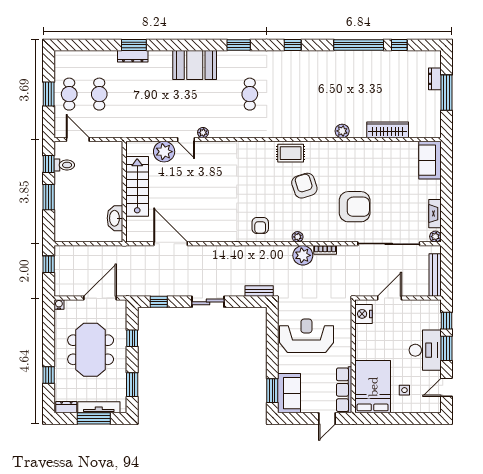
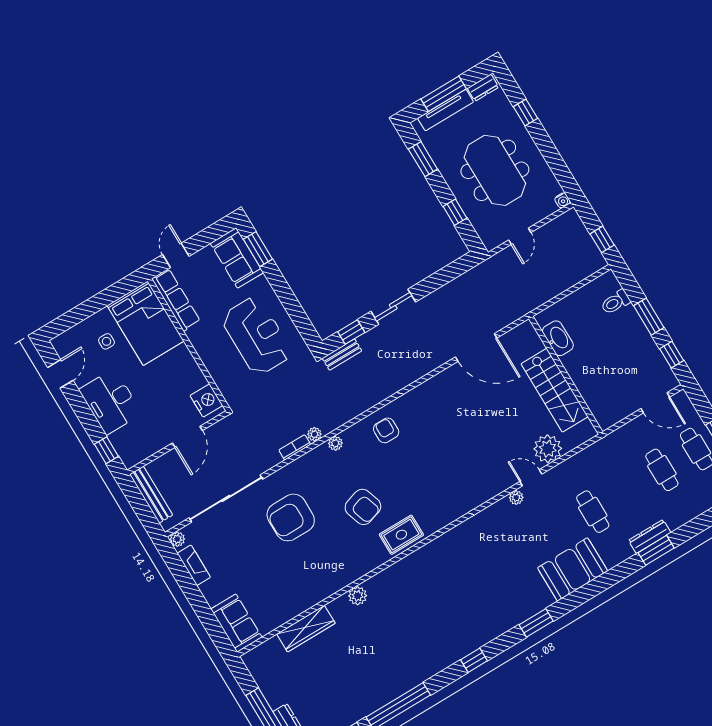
cafe table: (250, 94) -> (593, 512), moved
toilet: (64, 165) -> (616, 302), moved
plant: (303, 255) -> (314, 434), width x0.53, depth x0.53
door: (100, 298) -> (520, 236), width x0.53
window: (159, 302) -> (351, 332), moved
reception desk: (306, 336) -> (257, 336), turned -90
window: (446, 348) -> (87, 418), removed

